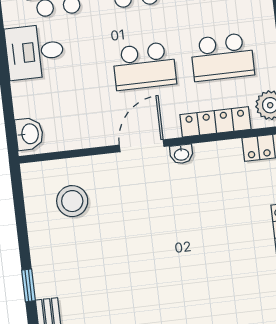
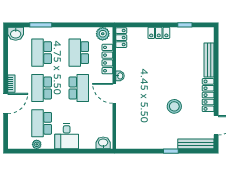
school desk: (222, 57) -> (79, 53), turned 180
stool: (72, 201) -> (174, 106), moved

